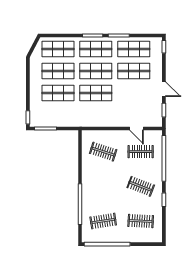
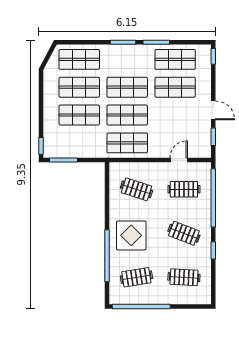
shop shelf: (96, 49) -> (127, 143), moved
door: (137, 128) -> (179, 160), swing flipped
display table: (99, 188) -> (131, 235), added

